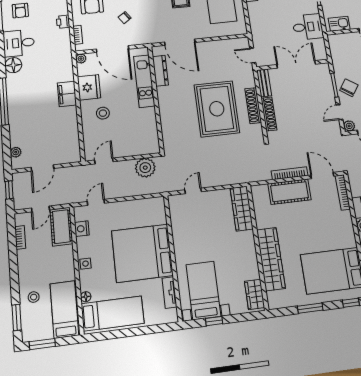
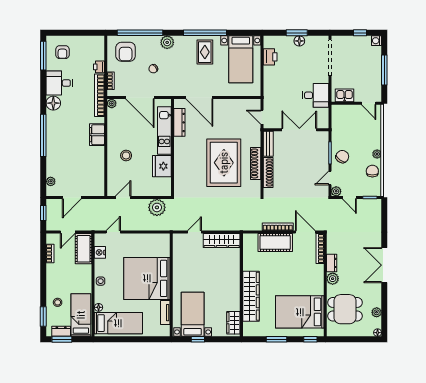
bookcase: (66, 51) -> (99, 95), added
fridge: (89, 87) -> (162, 166), moved, turned 180
wardrobe: (242, 209) -> (222, 241), moved, turned -90
dresser: (41, 334) -> (61, 331), added

